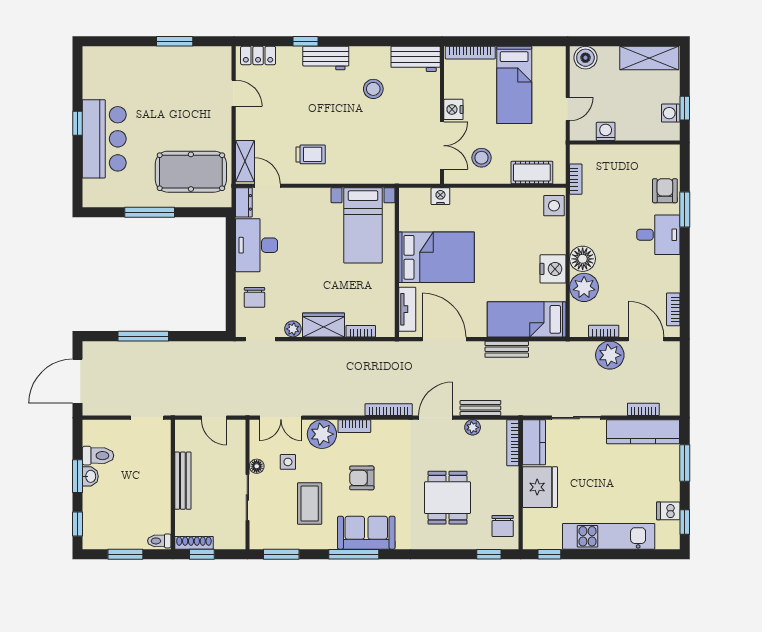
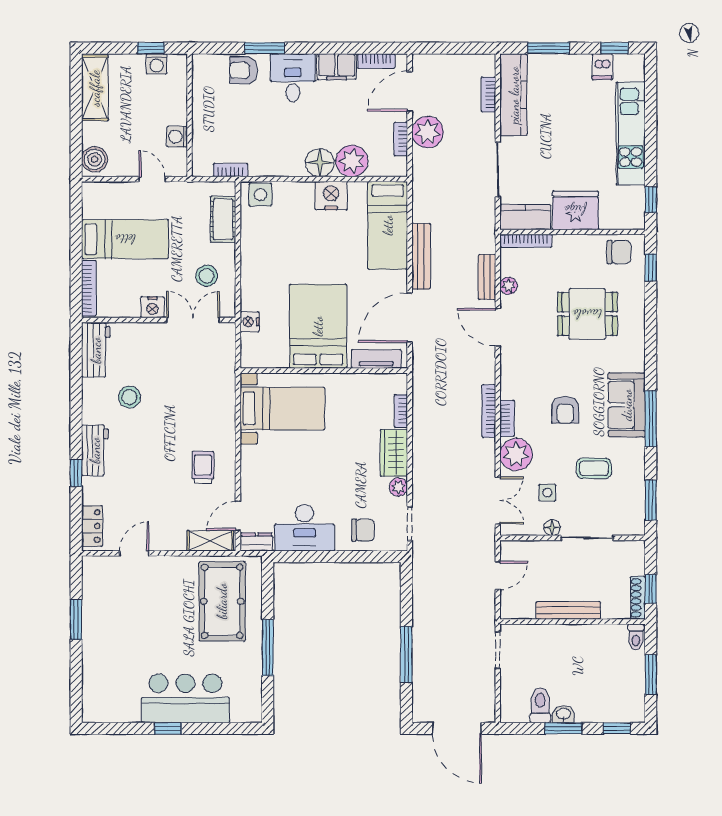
filing cabinet: (668, 274) -> (337, 67), added
bench: (507, 349) -> (421, 256), width x1.36
bookcase: (389, 410) -> (489, 411), moved
coffee table: (310, 504) -> (594, 468), width x0.73, depth x0.77

